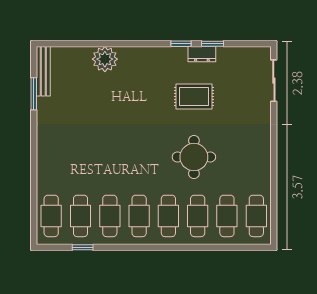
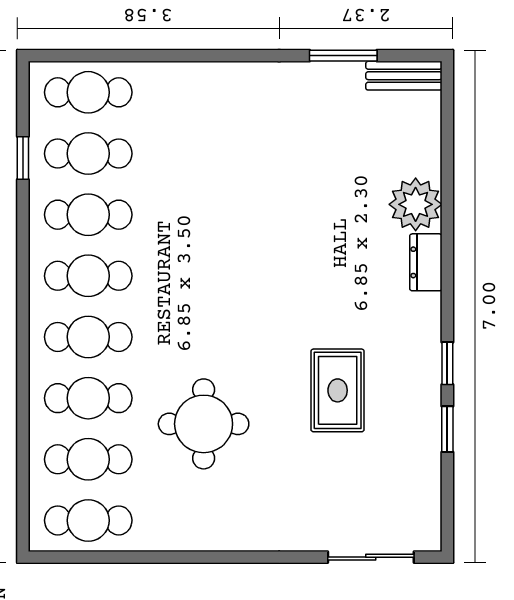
dresser: (202, 54) -> (426, 262), moved
bench: (43, 71) -> (404, 76), width x0.73
round table: (194, 157) -> (204, 424), moved

